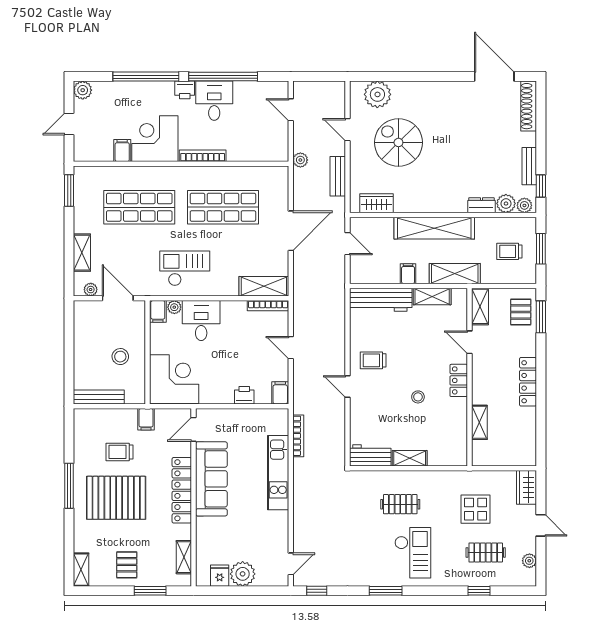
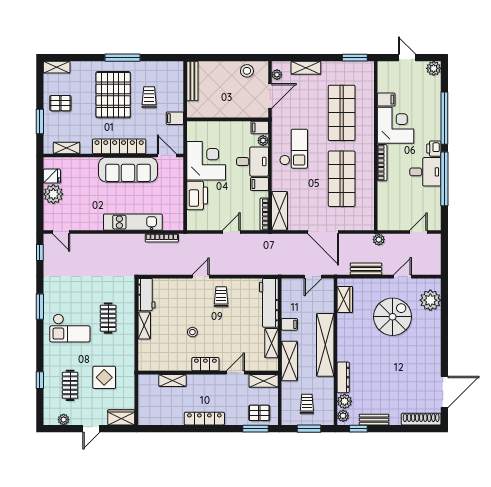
dresser: (481, 205) -> (343, 377), width x1.44
stool: (120, 357) -> (247, 71), moved
corner desk: (174, 379) -> (206, 161), moved, turned -90
filing cabinet: (280, 393) -> (259, 184), moved, turned 180
printer: (244, 395) -> (197, 195), width x1.87, depth x1.48

